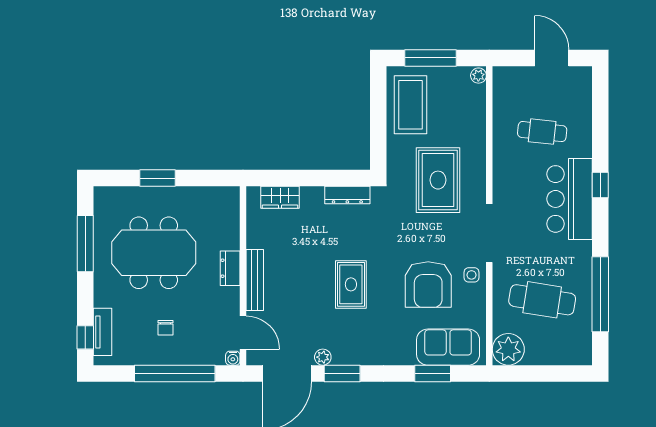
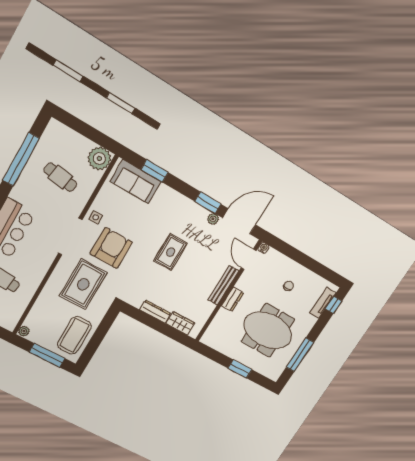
dresser: (347, 195) -> (155, 312), moved
armchair: (428, 285) -> (111, 248), moved
cafe table: (542, 300) -> (60, 177), width x0.73, depth x0.74
window: (175, 373) -> (300, 258), removed

